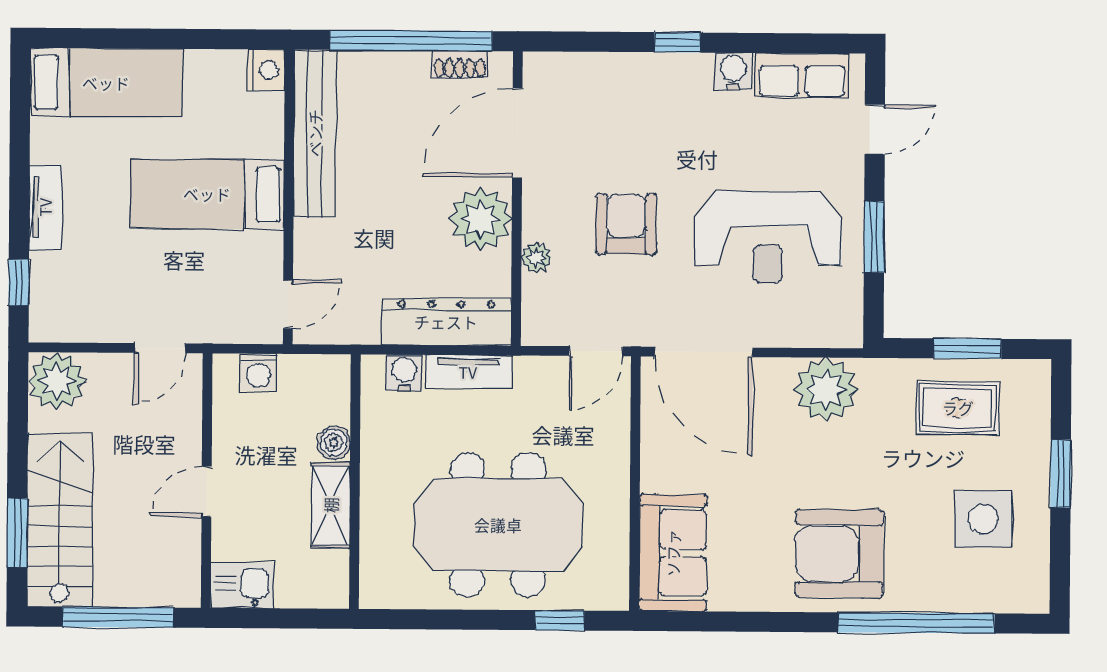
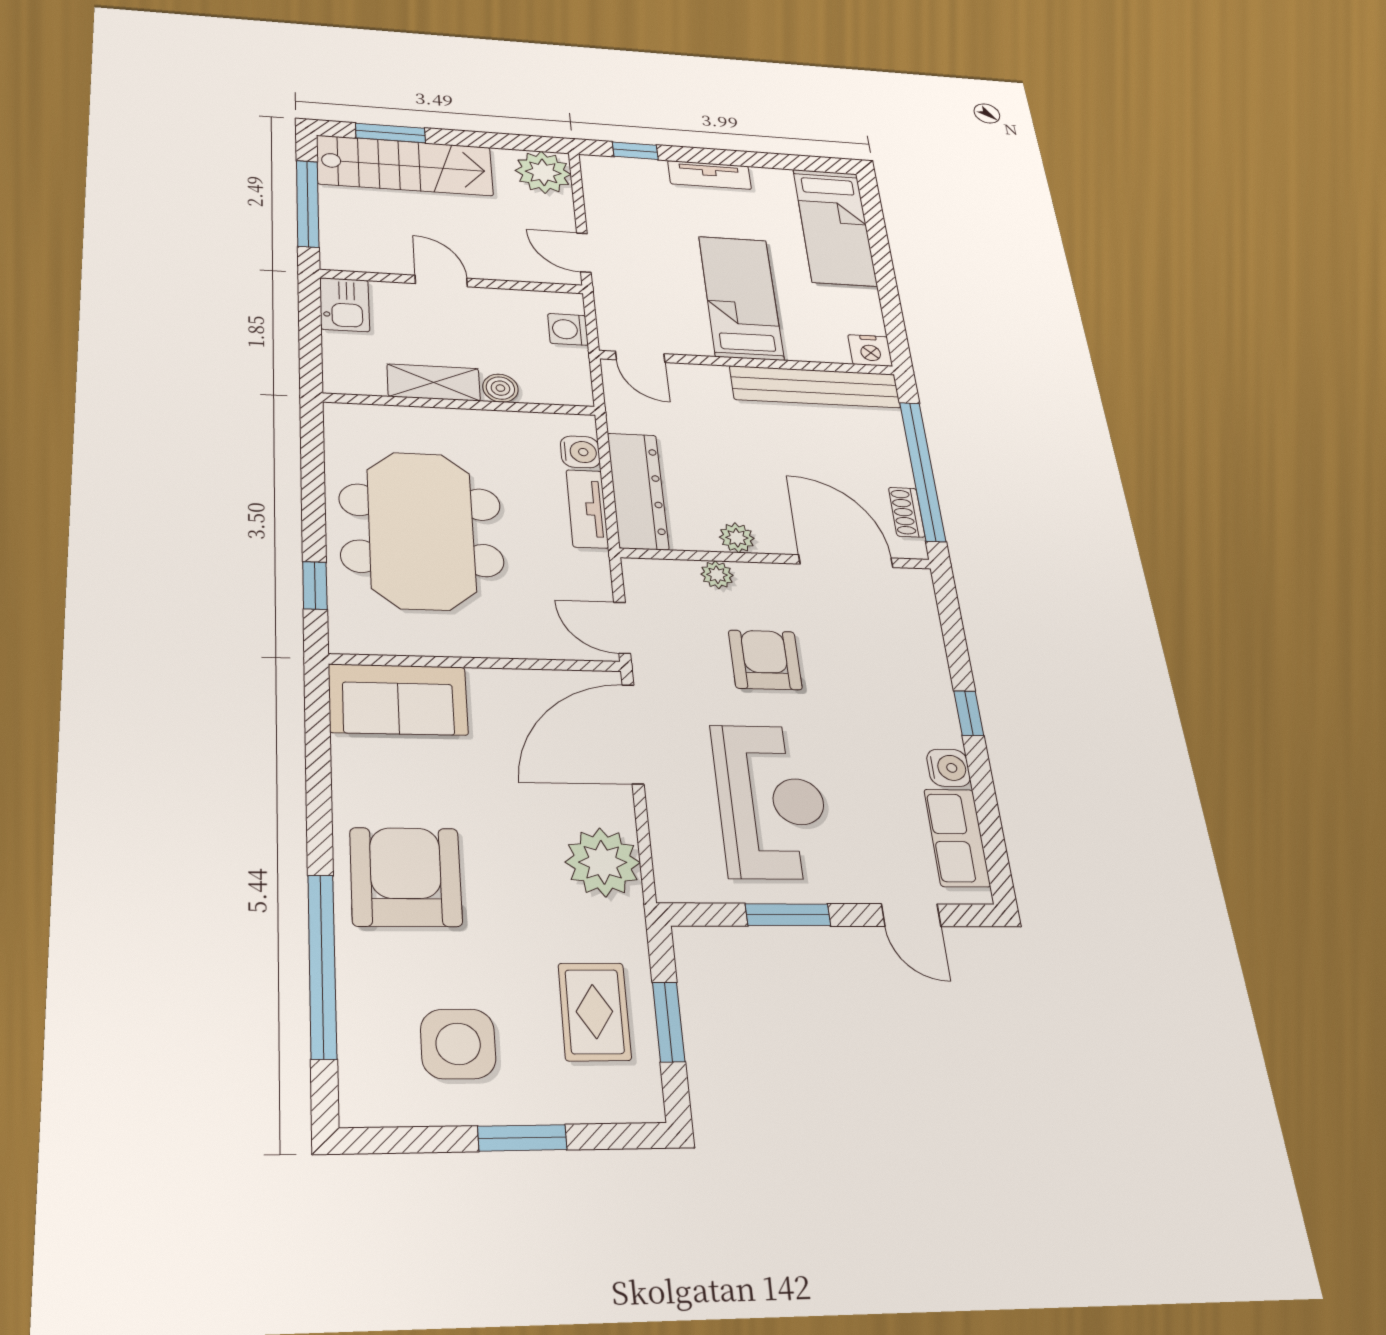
plant: (481, 219) -> (737, 538), width x0.53, depth x0.53
armchair: (626, 224) -> (765, 660), turned -90
reception desk: (768, 237) -> (771, 801), turned 180

